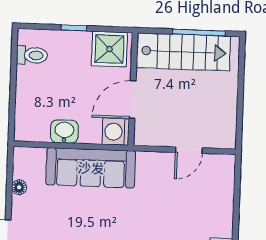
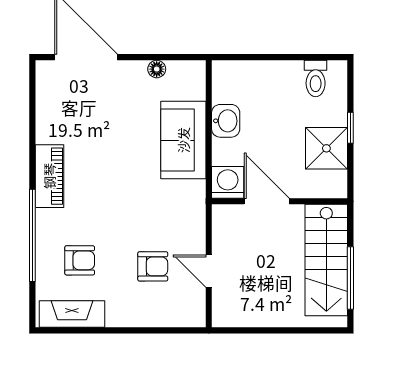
shower: (109, 49) -> (326, 148), moved
sofa: (91, 168) -> (183, 140), width x0.73
armchair: (183, 197) -> (153, 266), added

